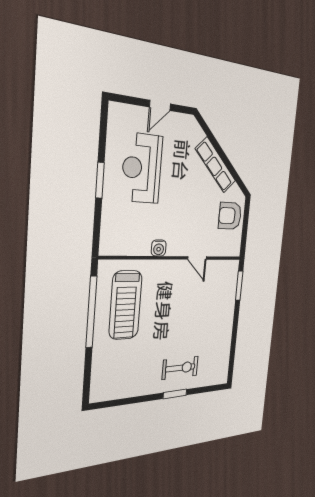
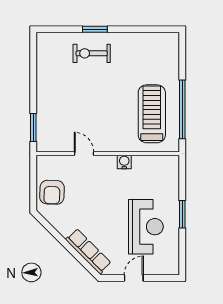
row of seats: (216, 165) -> (88, 251), moved
armchair: (230, 216) -> (52, 192), turned 92

